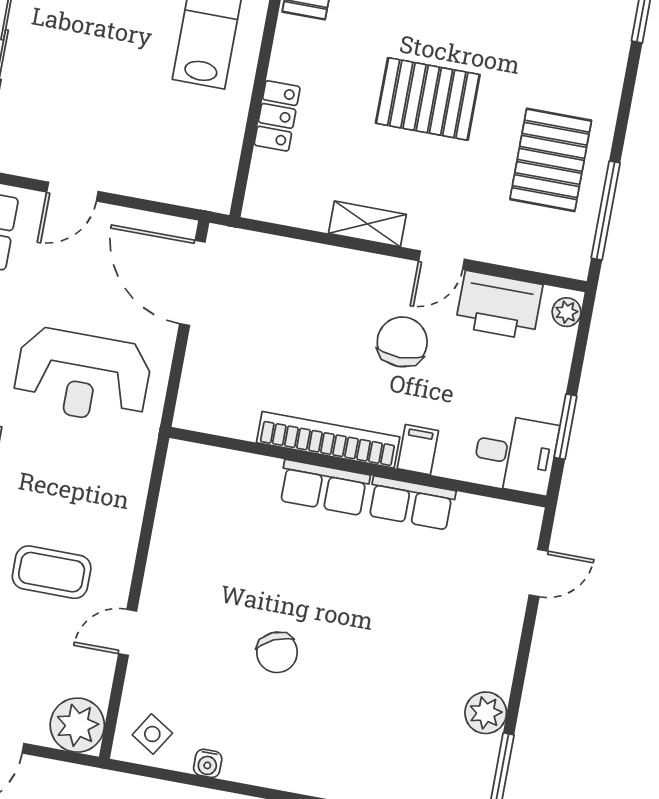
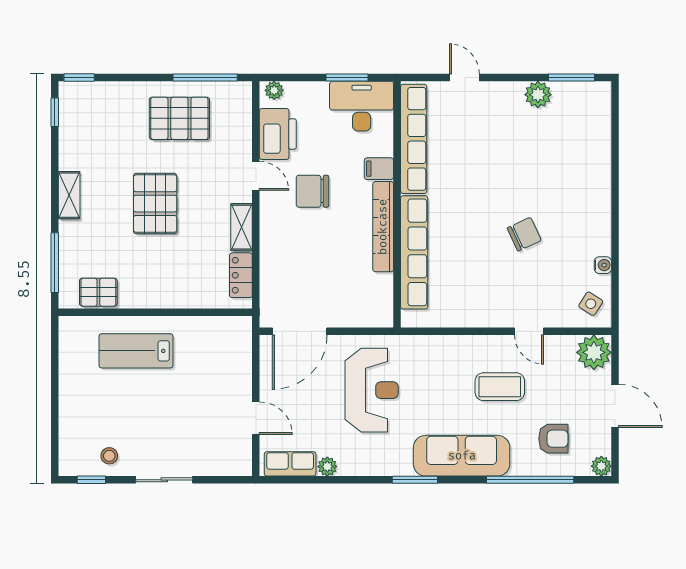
locker: (277, 116) -> (241, 275), moved, turned -90
desk: (515, 454) -> (362, 106), width x1.37
row of seats: (324, 488) -> (414, 252), width x2.02
row of seats: (411, 503) -> (414, 139), width x2.02
coffee table: (52, 572) -> (500, 387), turned 90
door: (538, 573) -> (464, 78), moved

